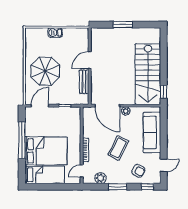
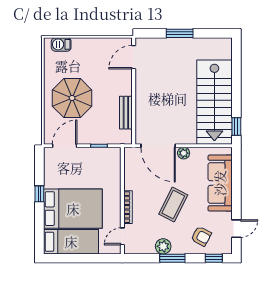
barbecue: (55, 33) -> (61, 44), moved
door: (90, 60) -> (134, 57), moved
window: (22, 140) -> (39, 194), width x0.32
plant: (101, 178) -> (163, 246), moved

